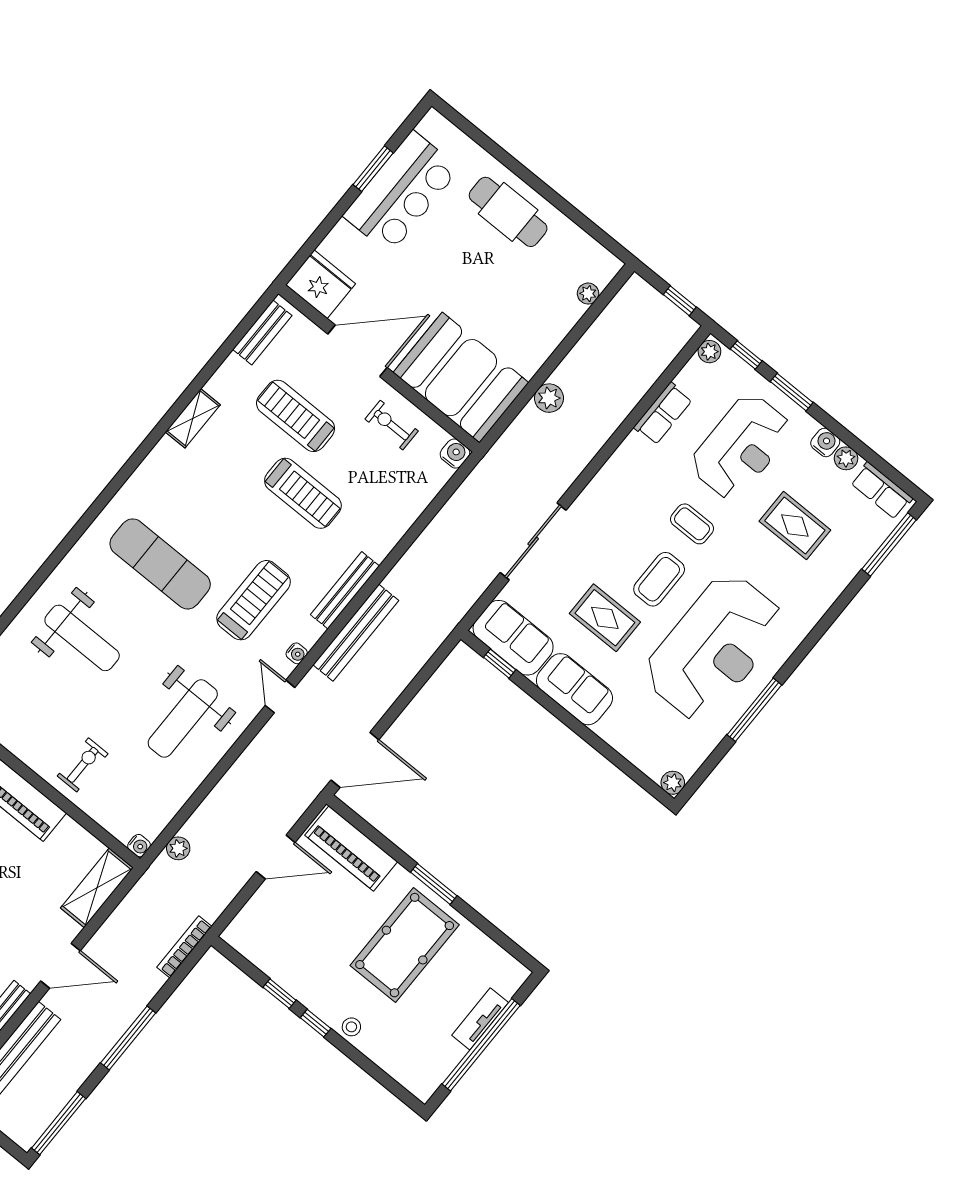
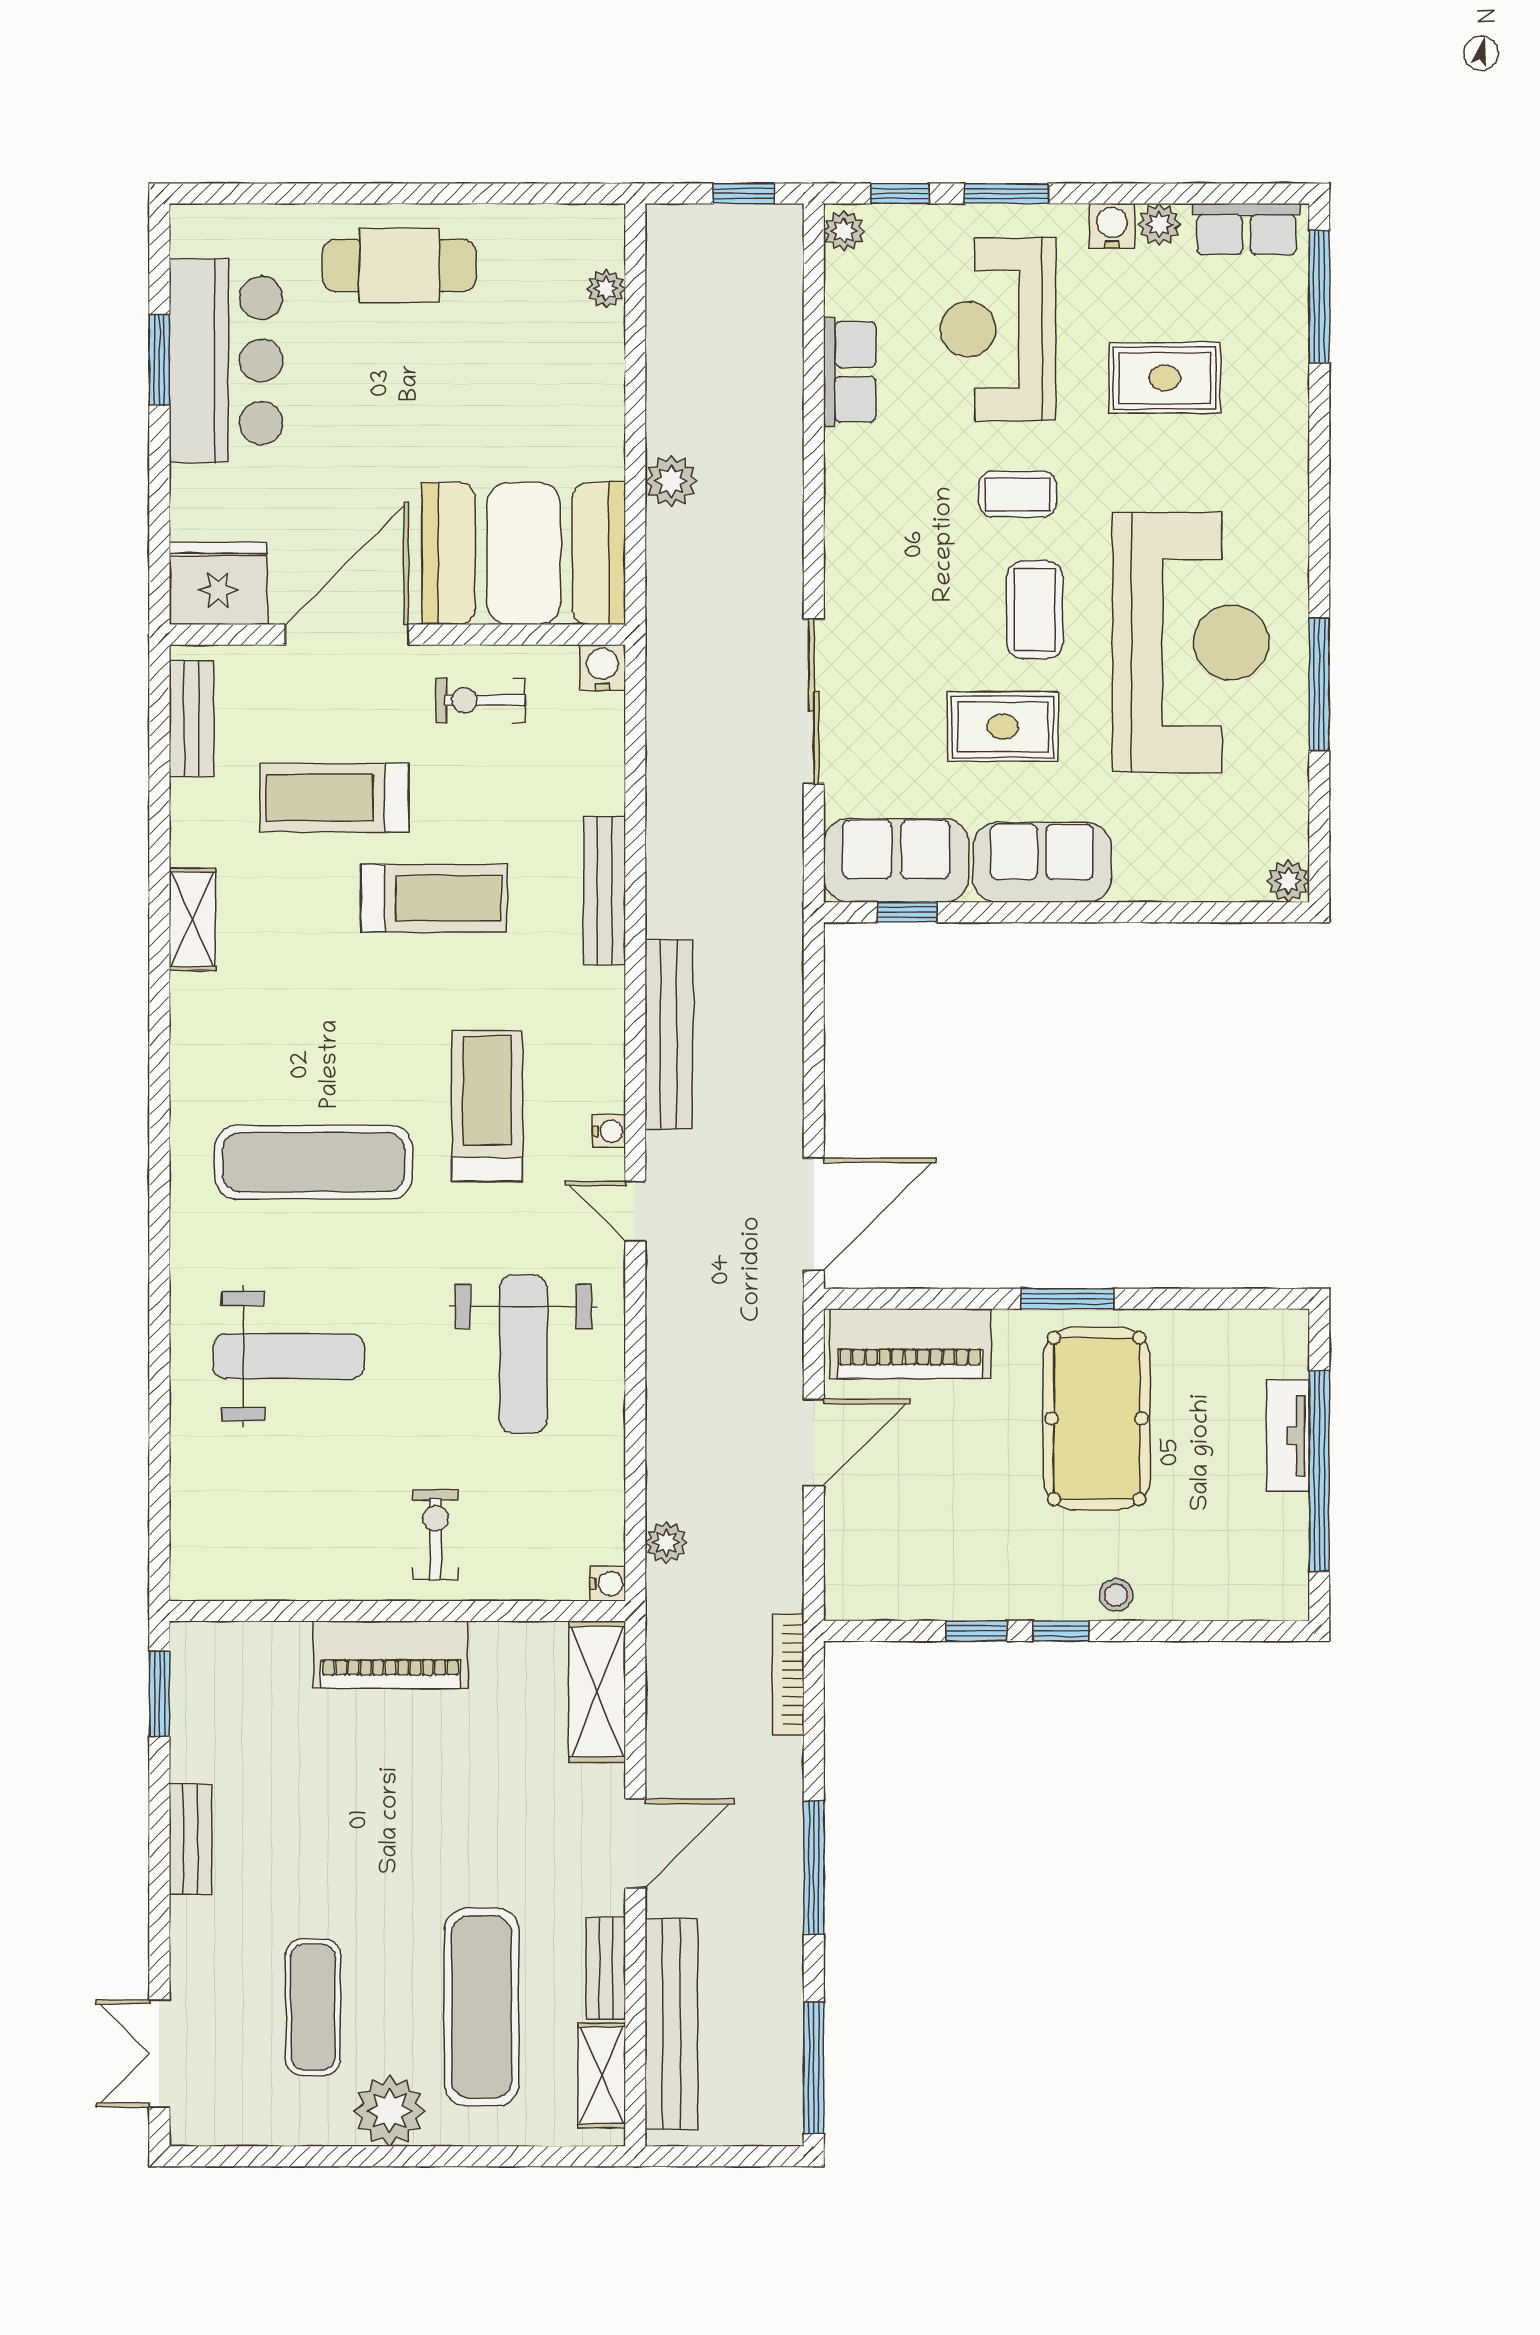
reception desk: (741, 447) -> (998, 329), turned 180
bench: (345, 590) -> (605, 891), moved

